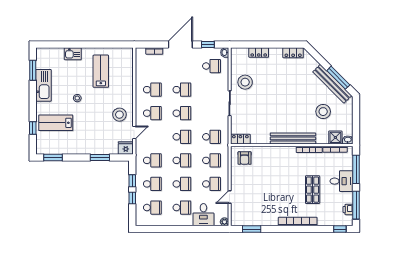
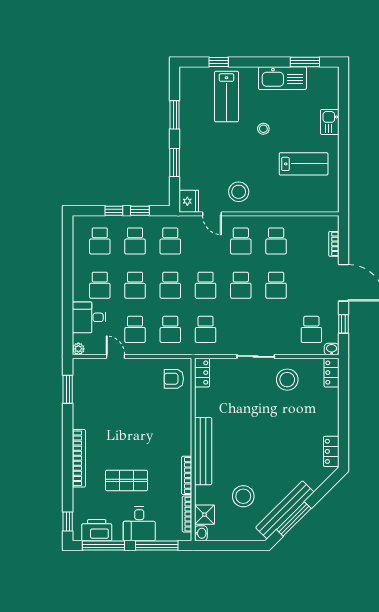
locker: (259, 53) -> (331, 373), moved
lab bench: (56, 123) -> (226, 97), turned 180
window: (53, 158) -> (175, 115), moved
printer: (348, 210) -> (97, 530), width x1.87, depth x1.48

